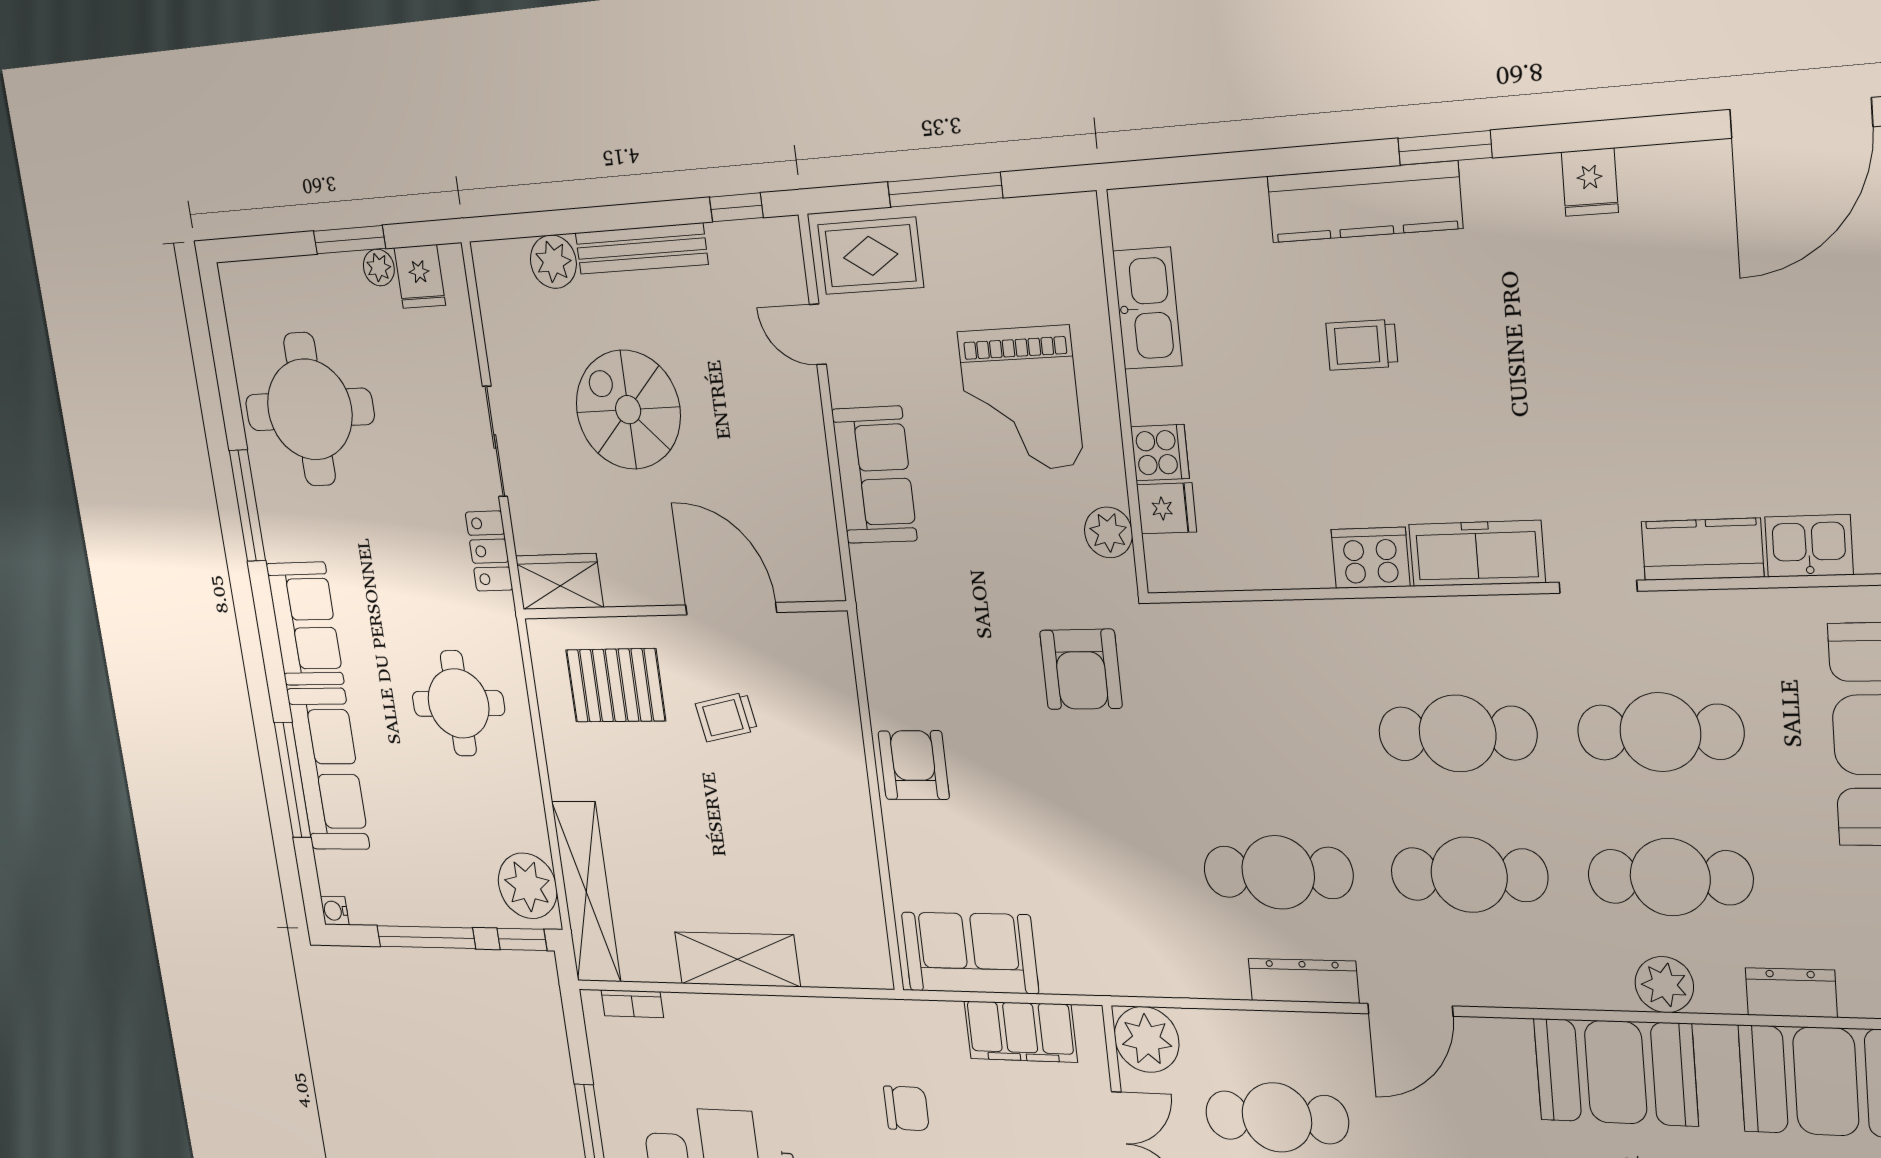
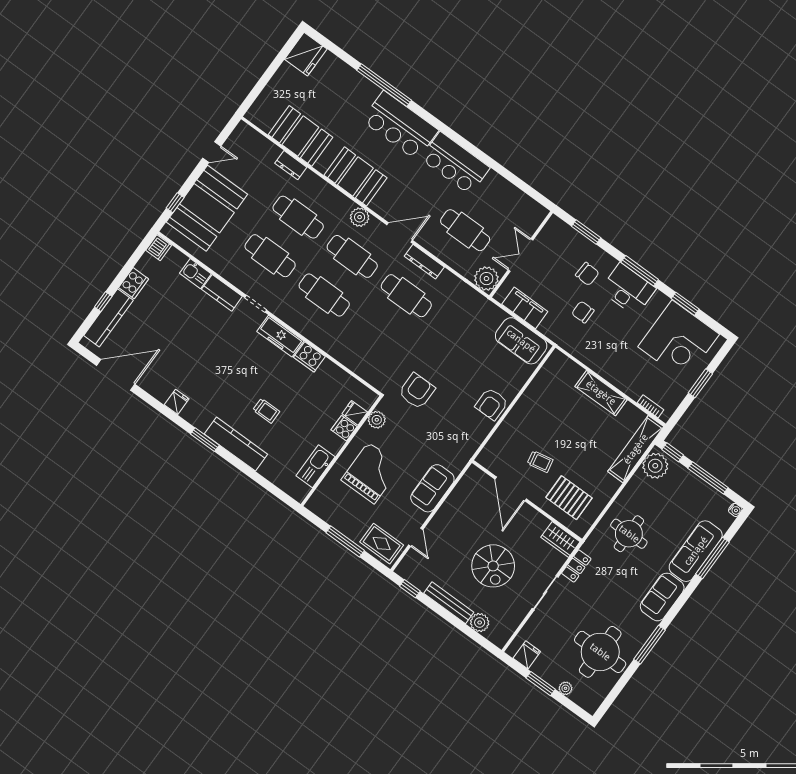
plant: (379, 268) -> (565, 688), moved
plant: (1664, 985) -> (360, 217), moved

